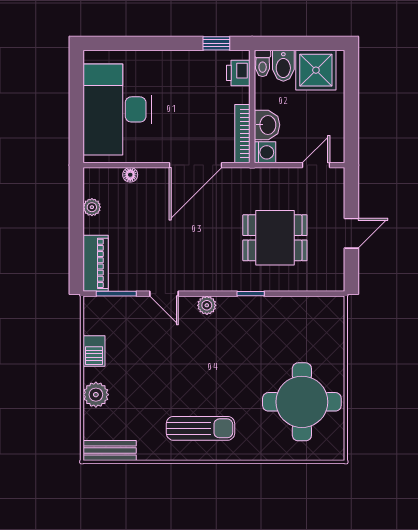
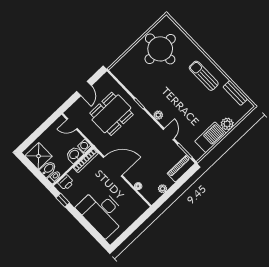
desk: (117, 109) -> (102, 212), moved, turned 90
door: (351, 233) -> (84, 88), swing flipped
dining table: (275, 238) -> (111, 114), width x1.38
barbecue: (94, 351) -> (210, 137), width x1.88, depth x1.53
bench: (110, 450) -> (235, 93), moved

